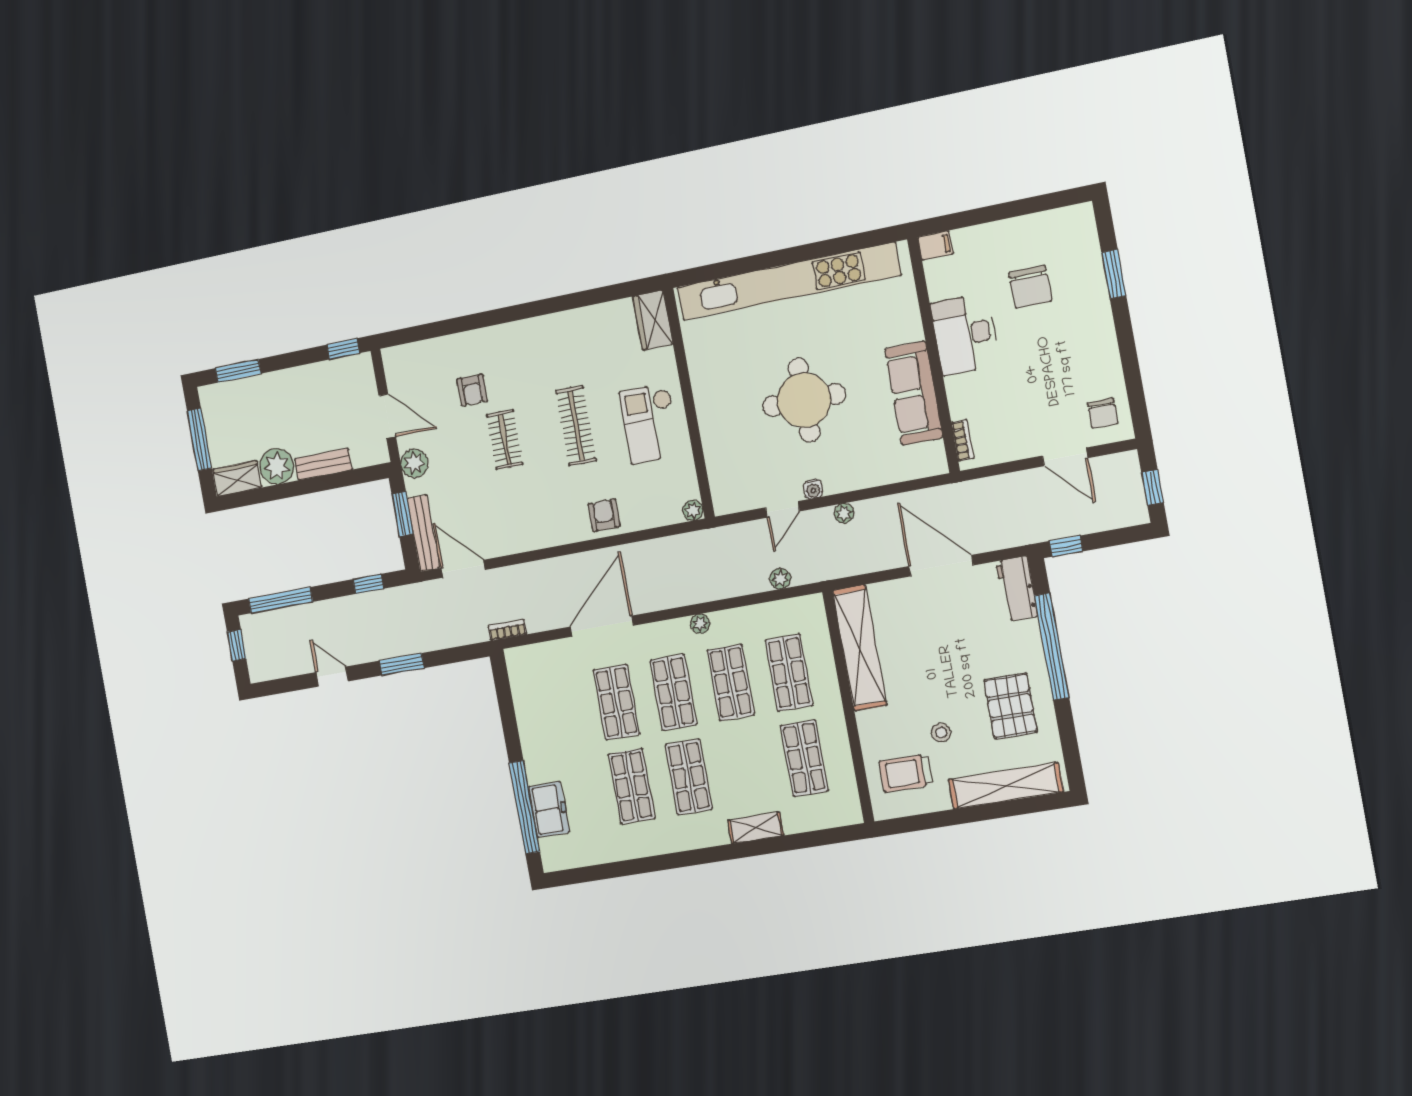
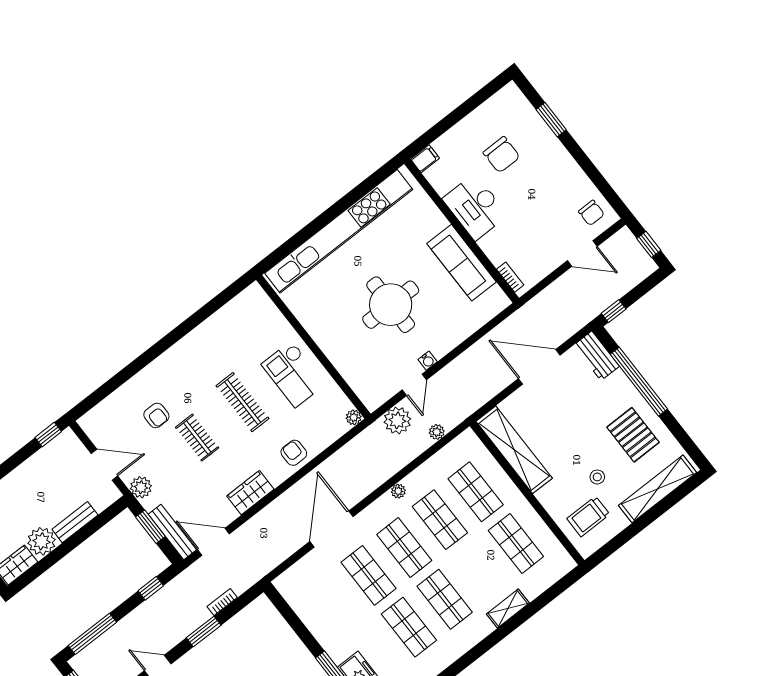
wardrobe: (653, 320) -> (250, 493), moved, turned 90
plant: (844, 513) -> (397, 420), moved, width x1.88, depth x1.88
bookcase: (507, 630) -> (222, 602), moved

